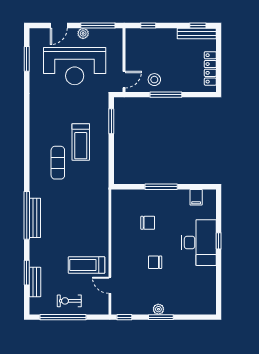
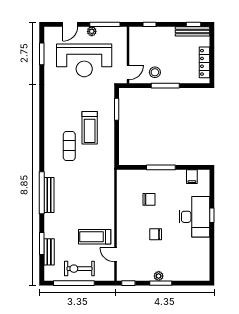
exercise bike: (69, 301) -> (79, 269), width x1.38, depth x1.39

